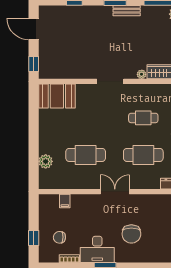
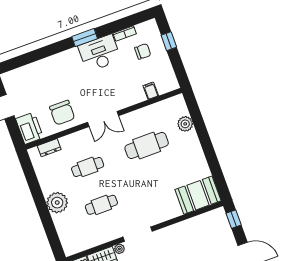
doorway: (110, 81) -> (138, 234), moved
cafe table: (143, 155) -> (88, 167), width x0.73, depth x0.74
chair: (131, 234) -> (62, 113), moved, turned 180

